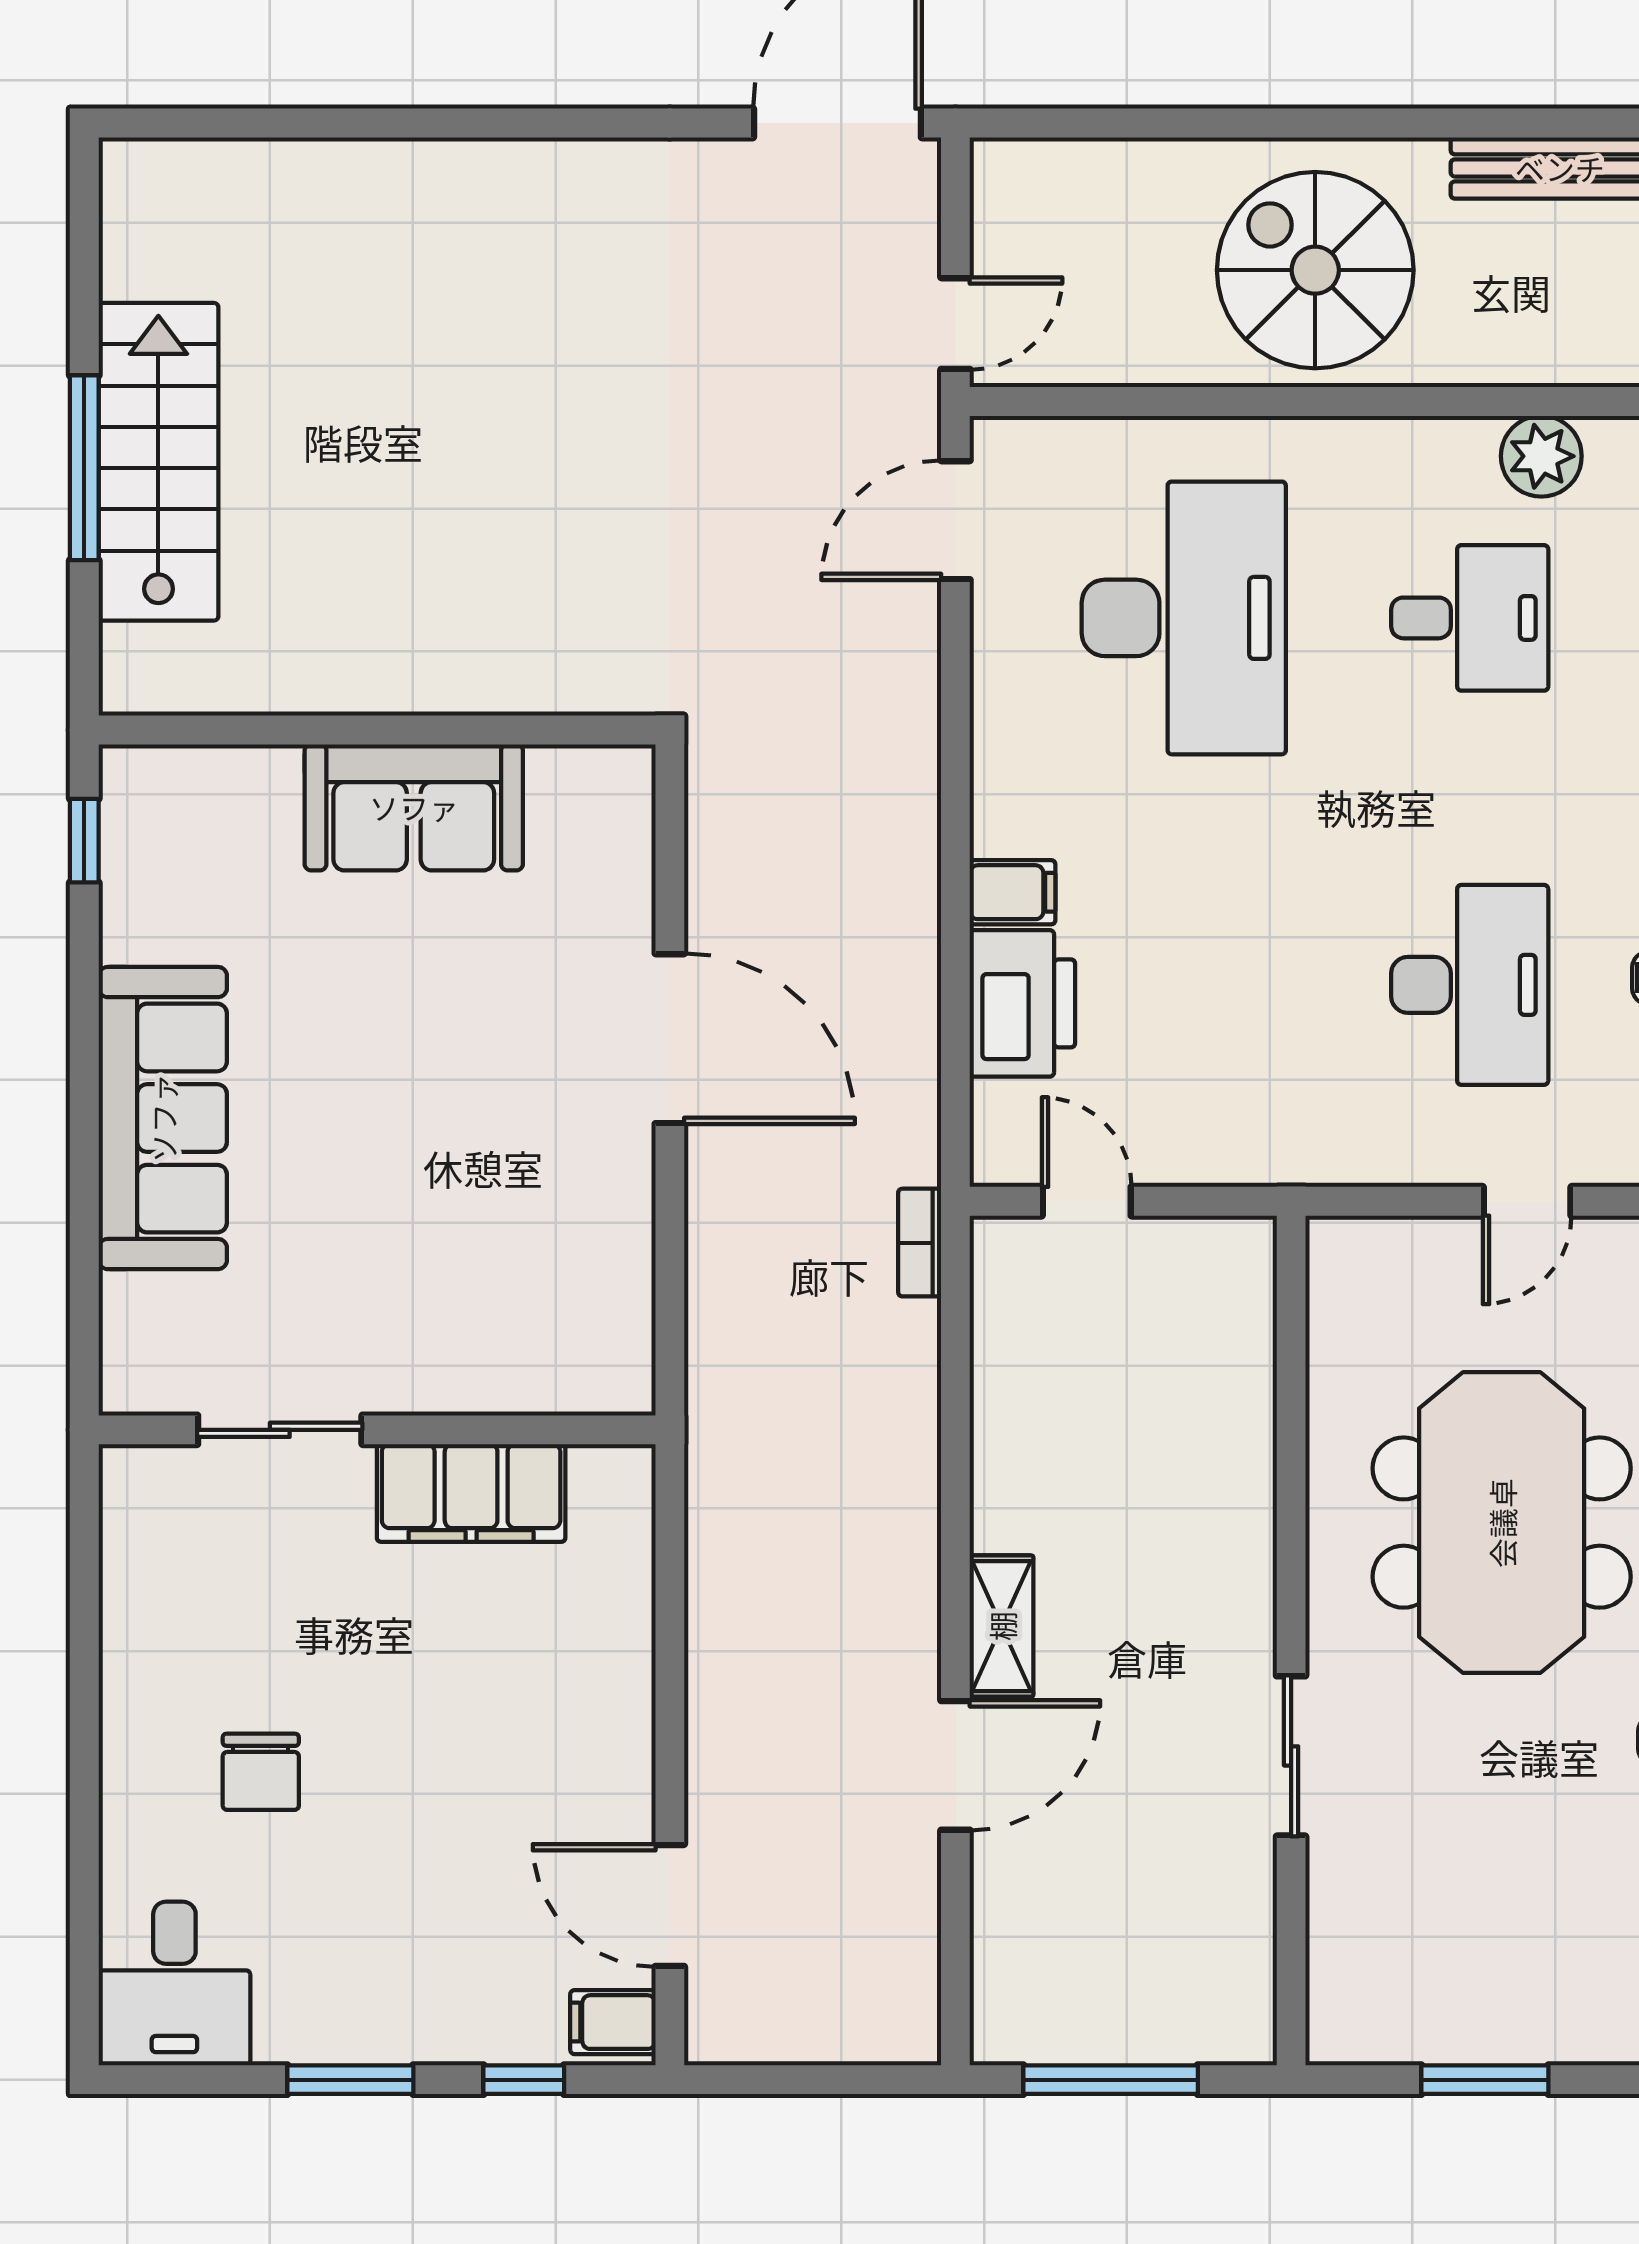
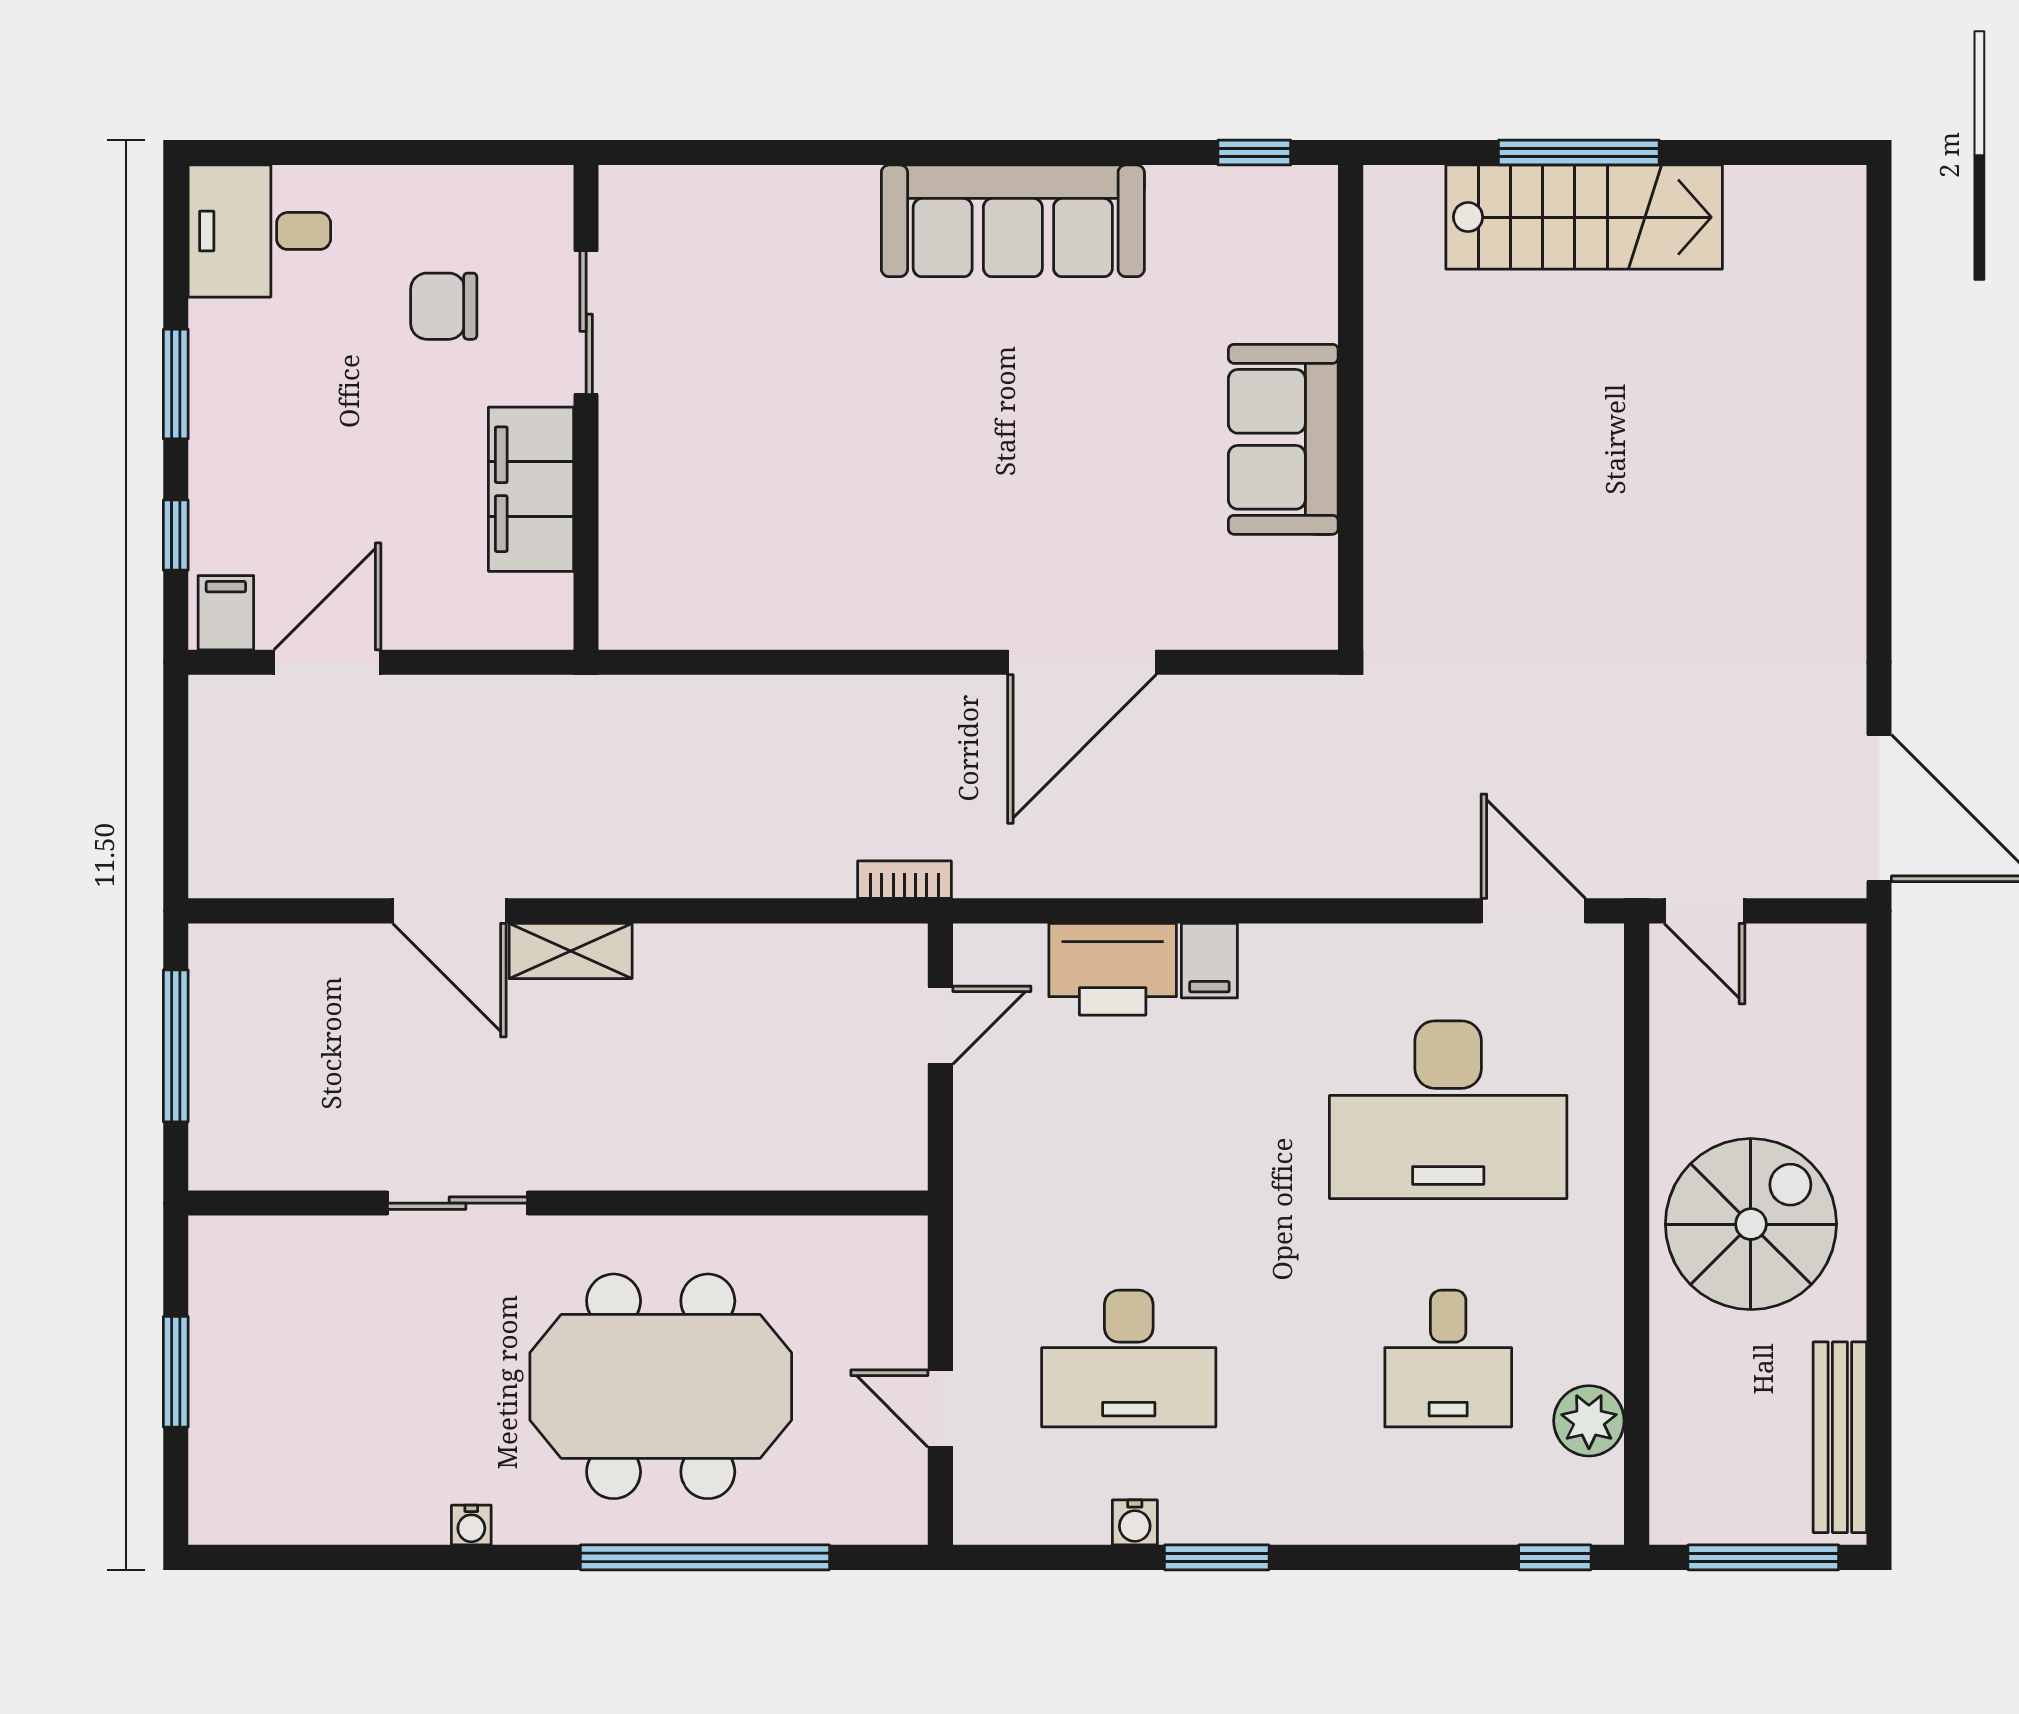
sliding door: (280, 1430) -> (586, 323), moved
wall: (377, 1430) -> (586, 407), moved
filing cabinet: (471, 1493) -> (531, 489), moved

